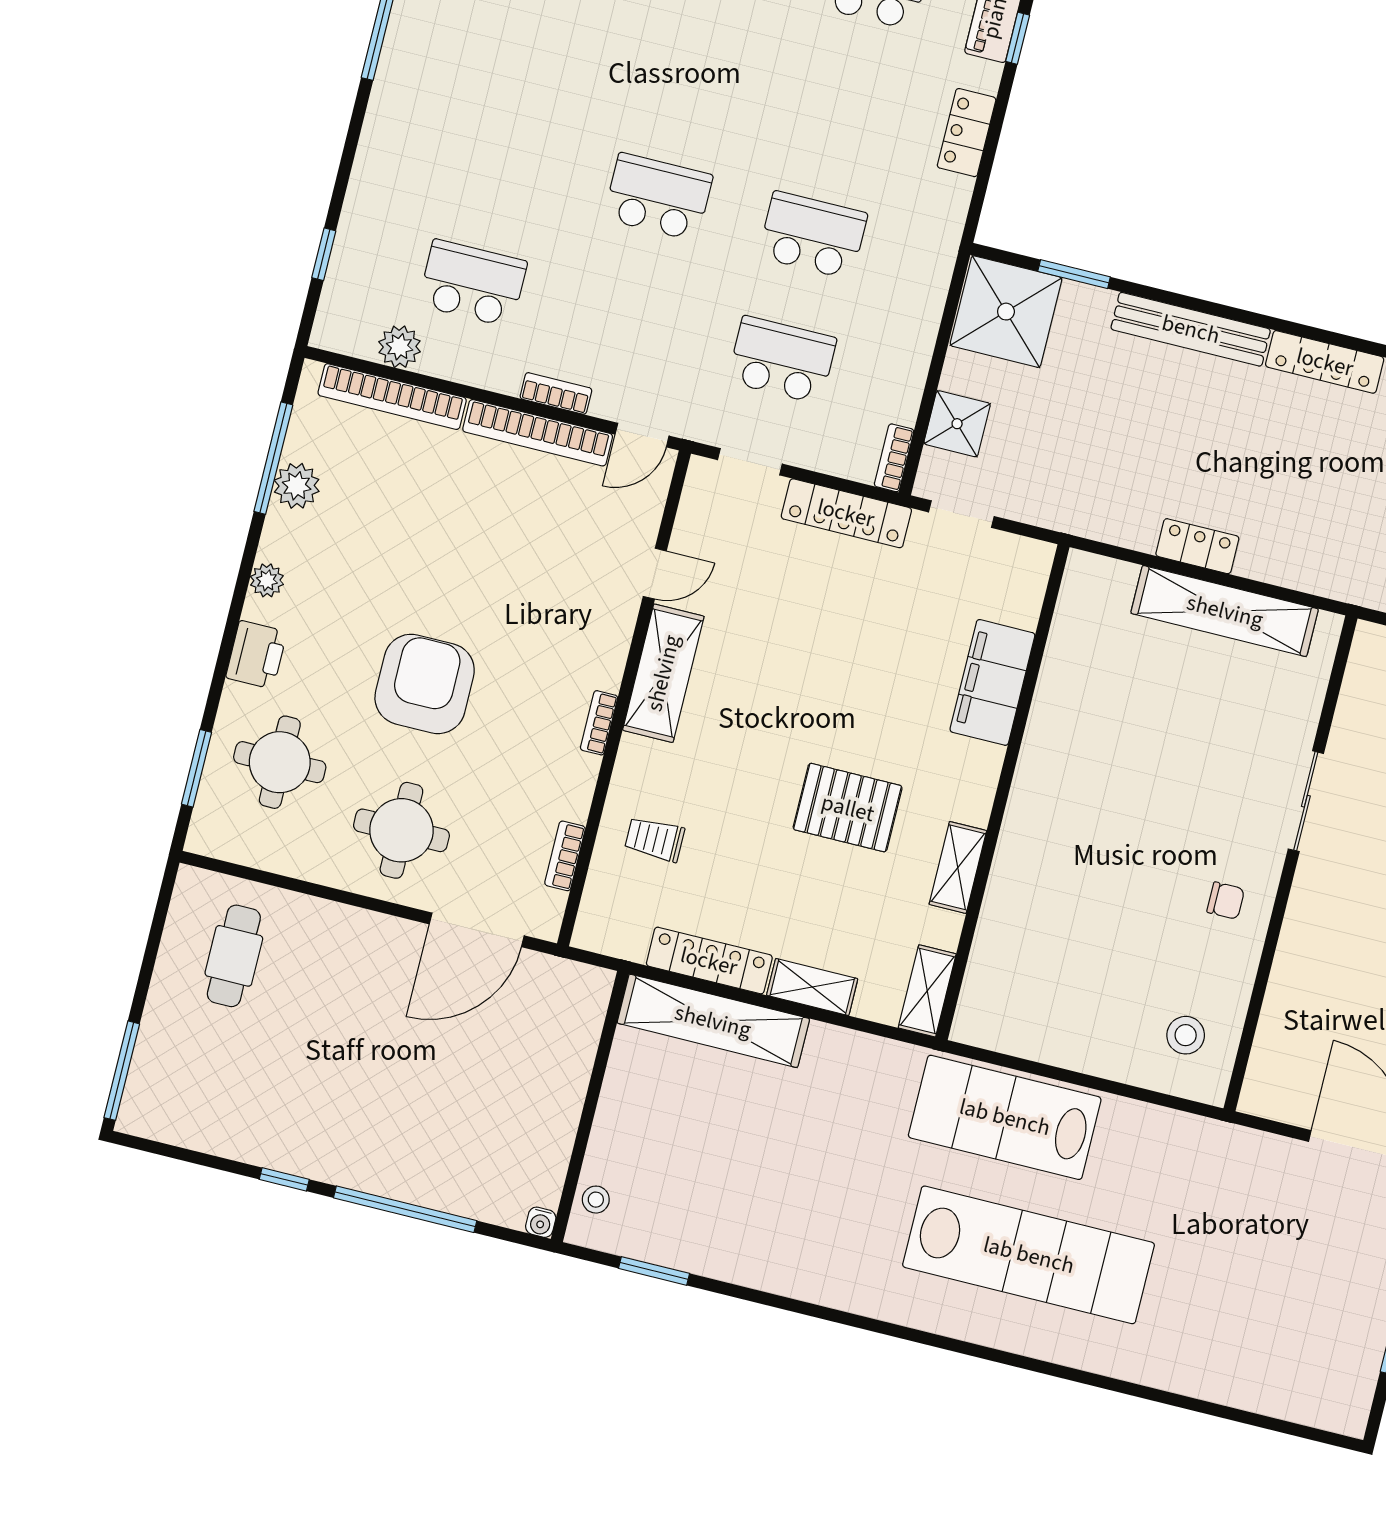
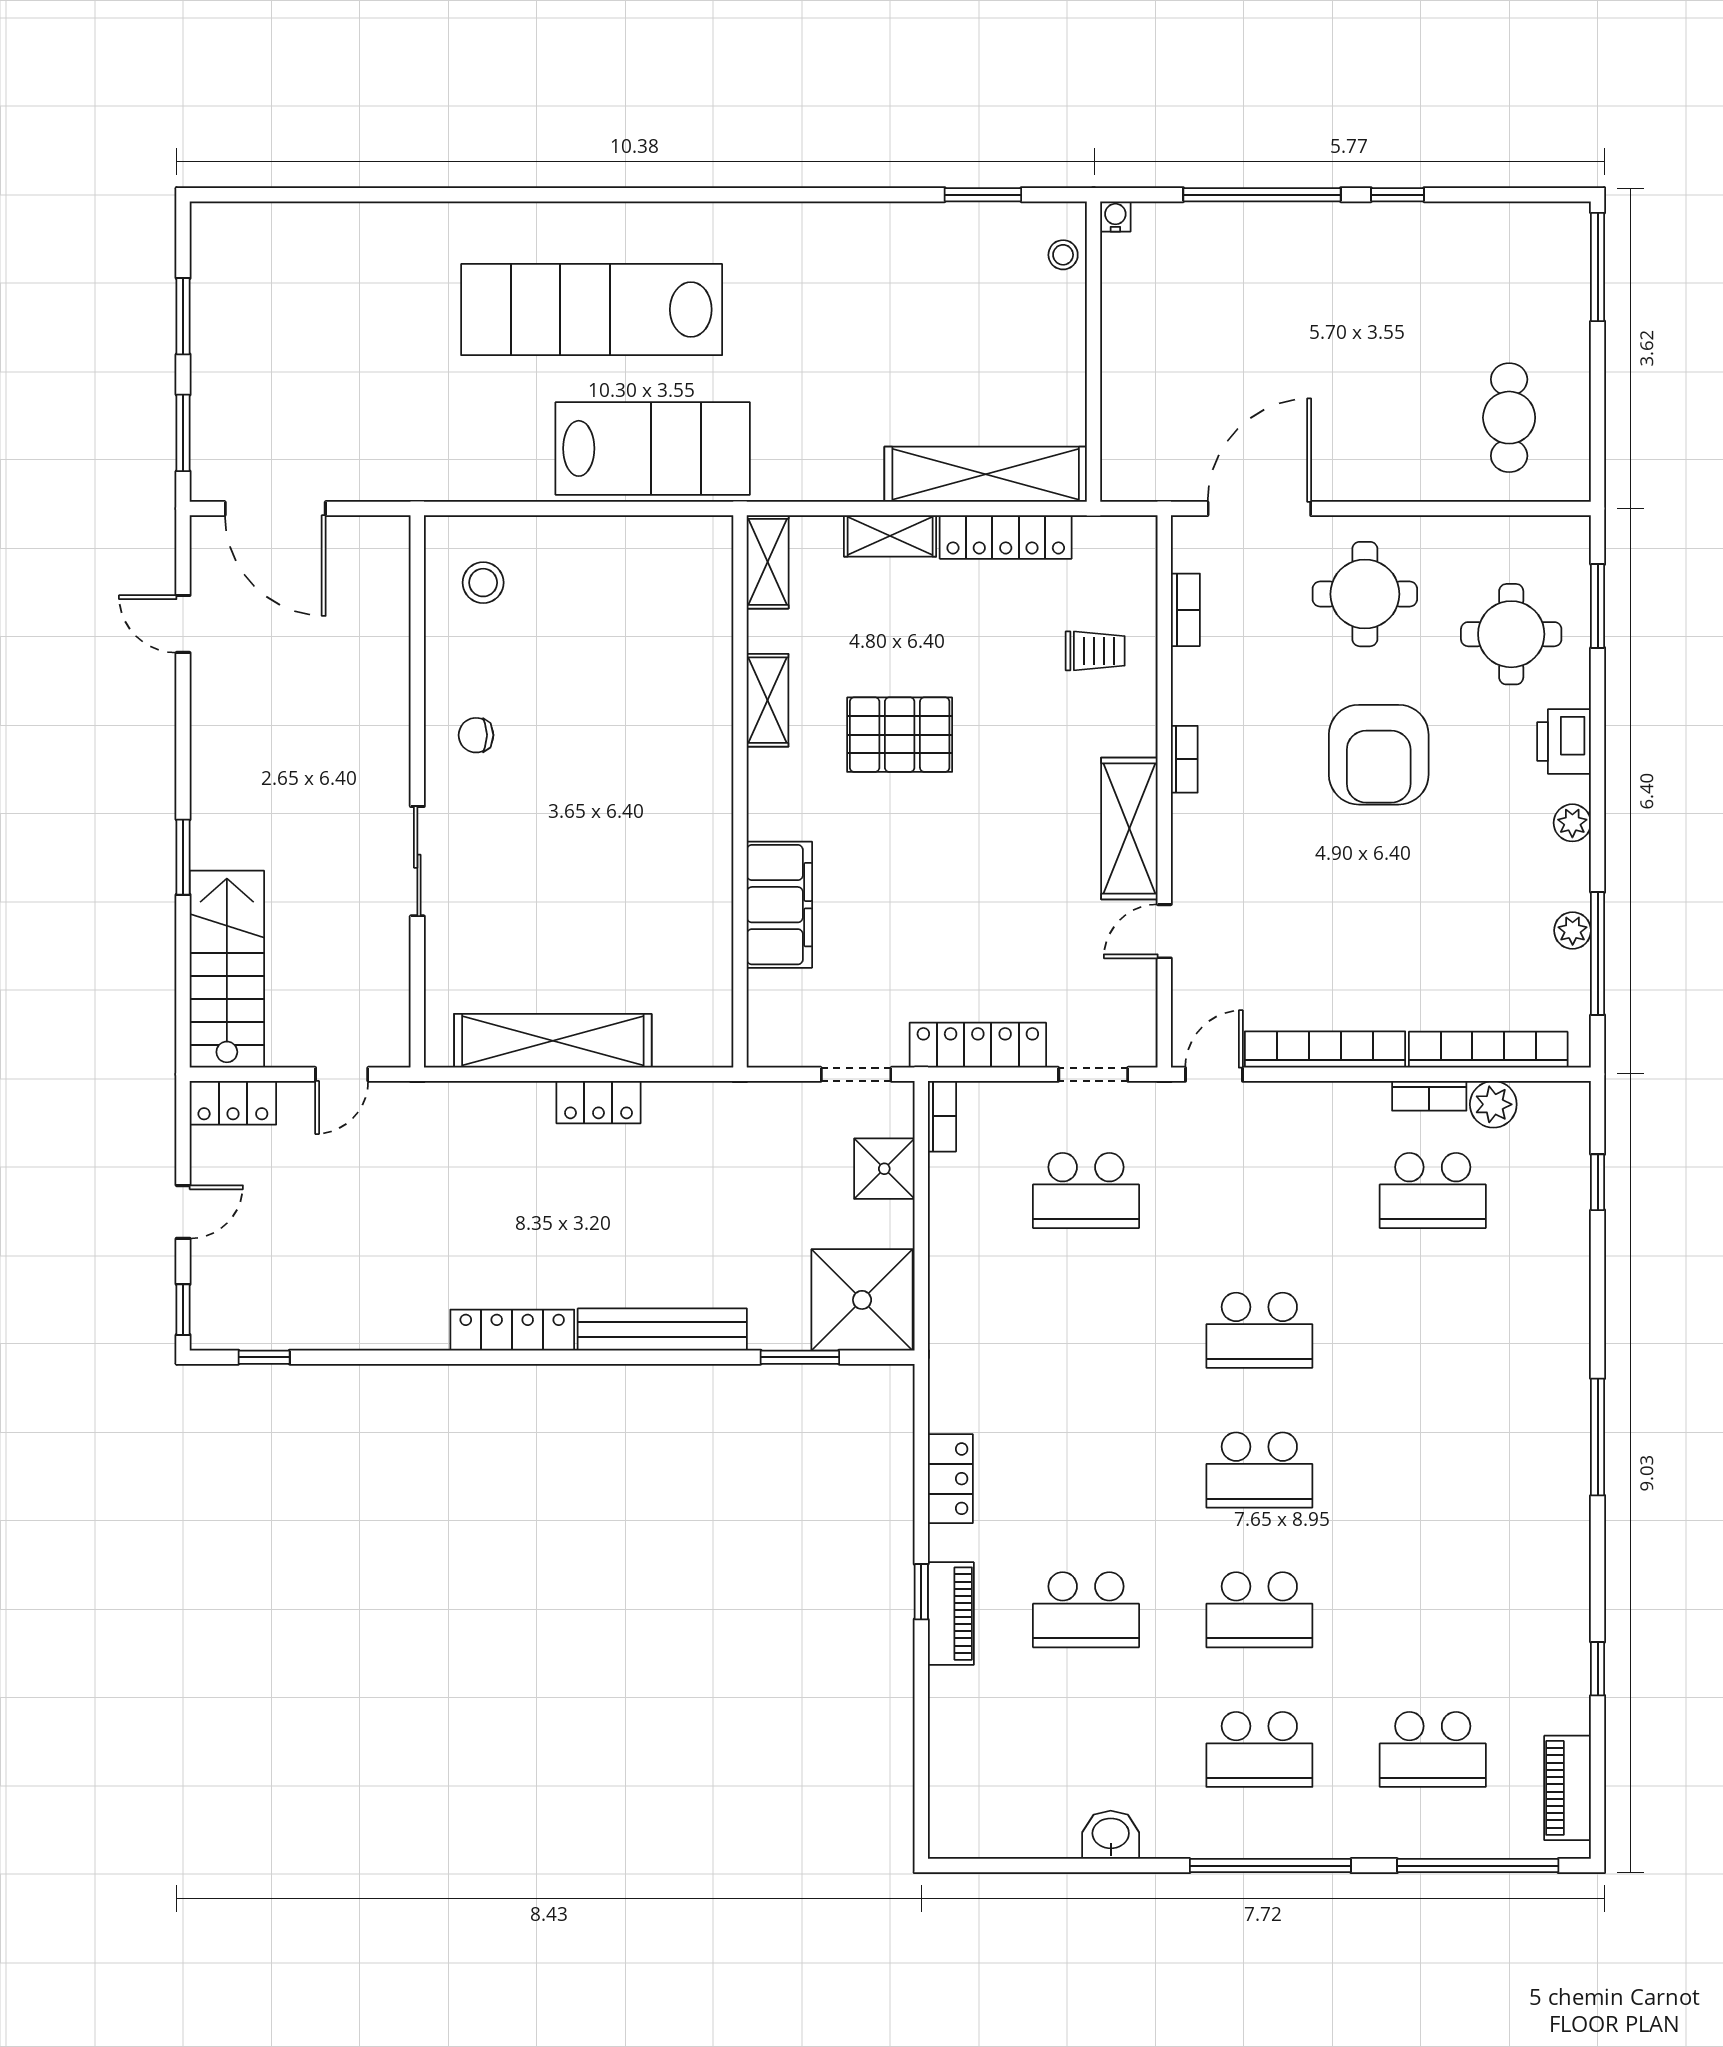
school desk: (813, 235) -> (1259, 1470), moved
bookcase: (556, 393) -> (1429, 1096), moved
plant: (297, 486) -> (1573, 930), width x0.73, depth x0.73

